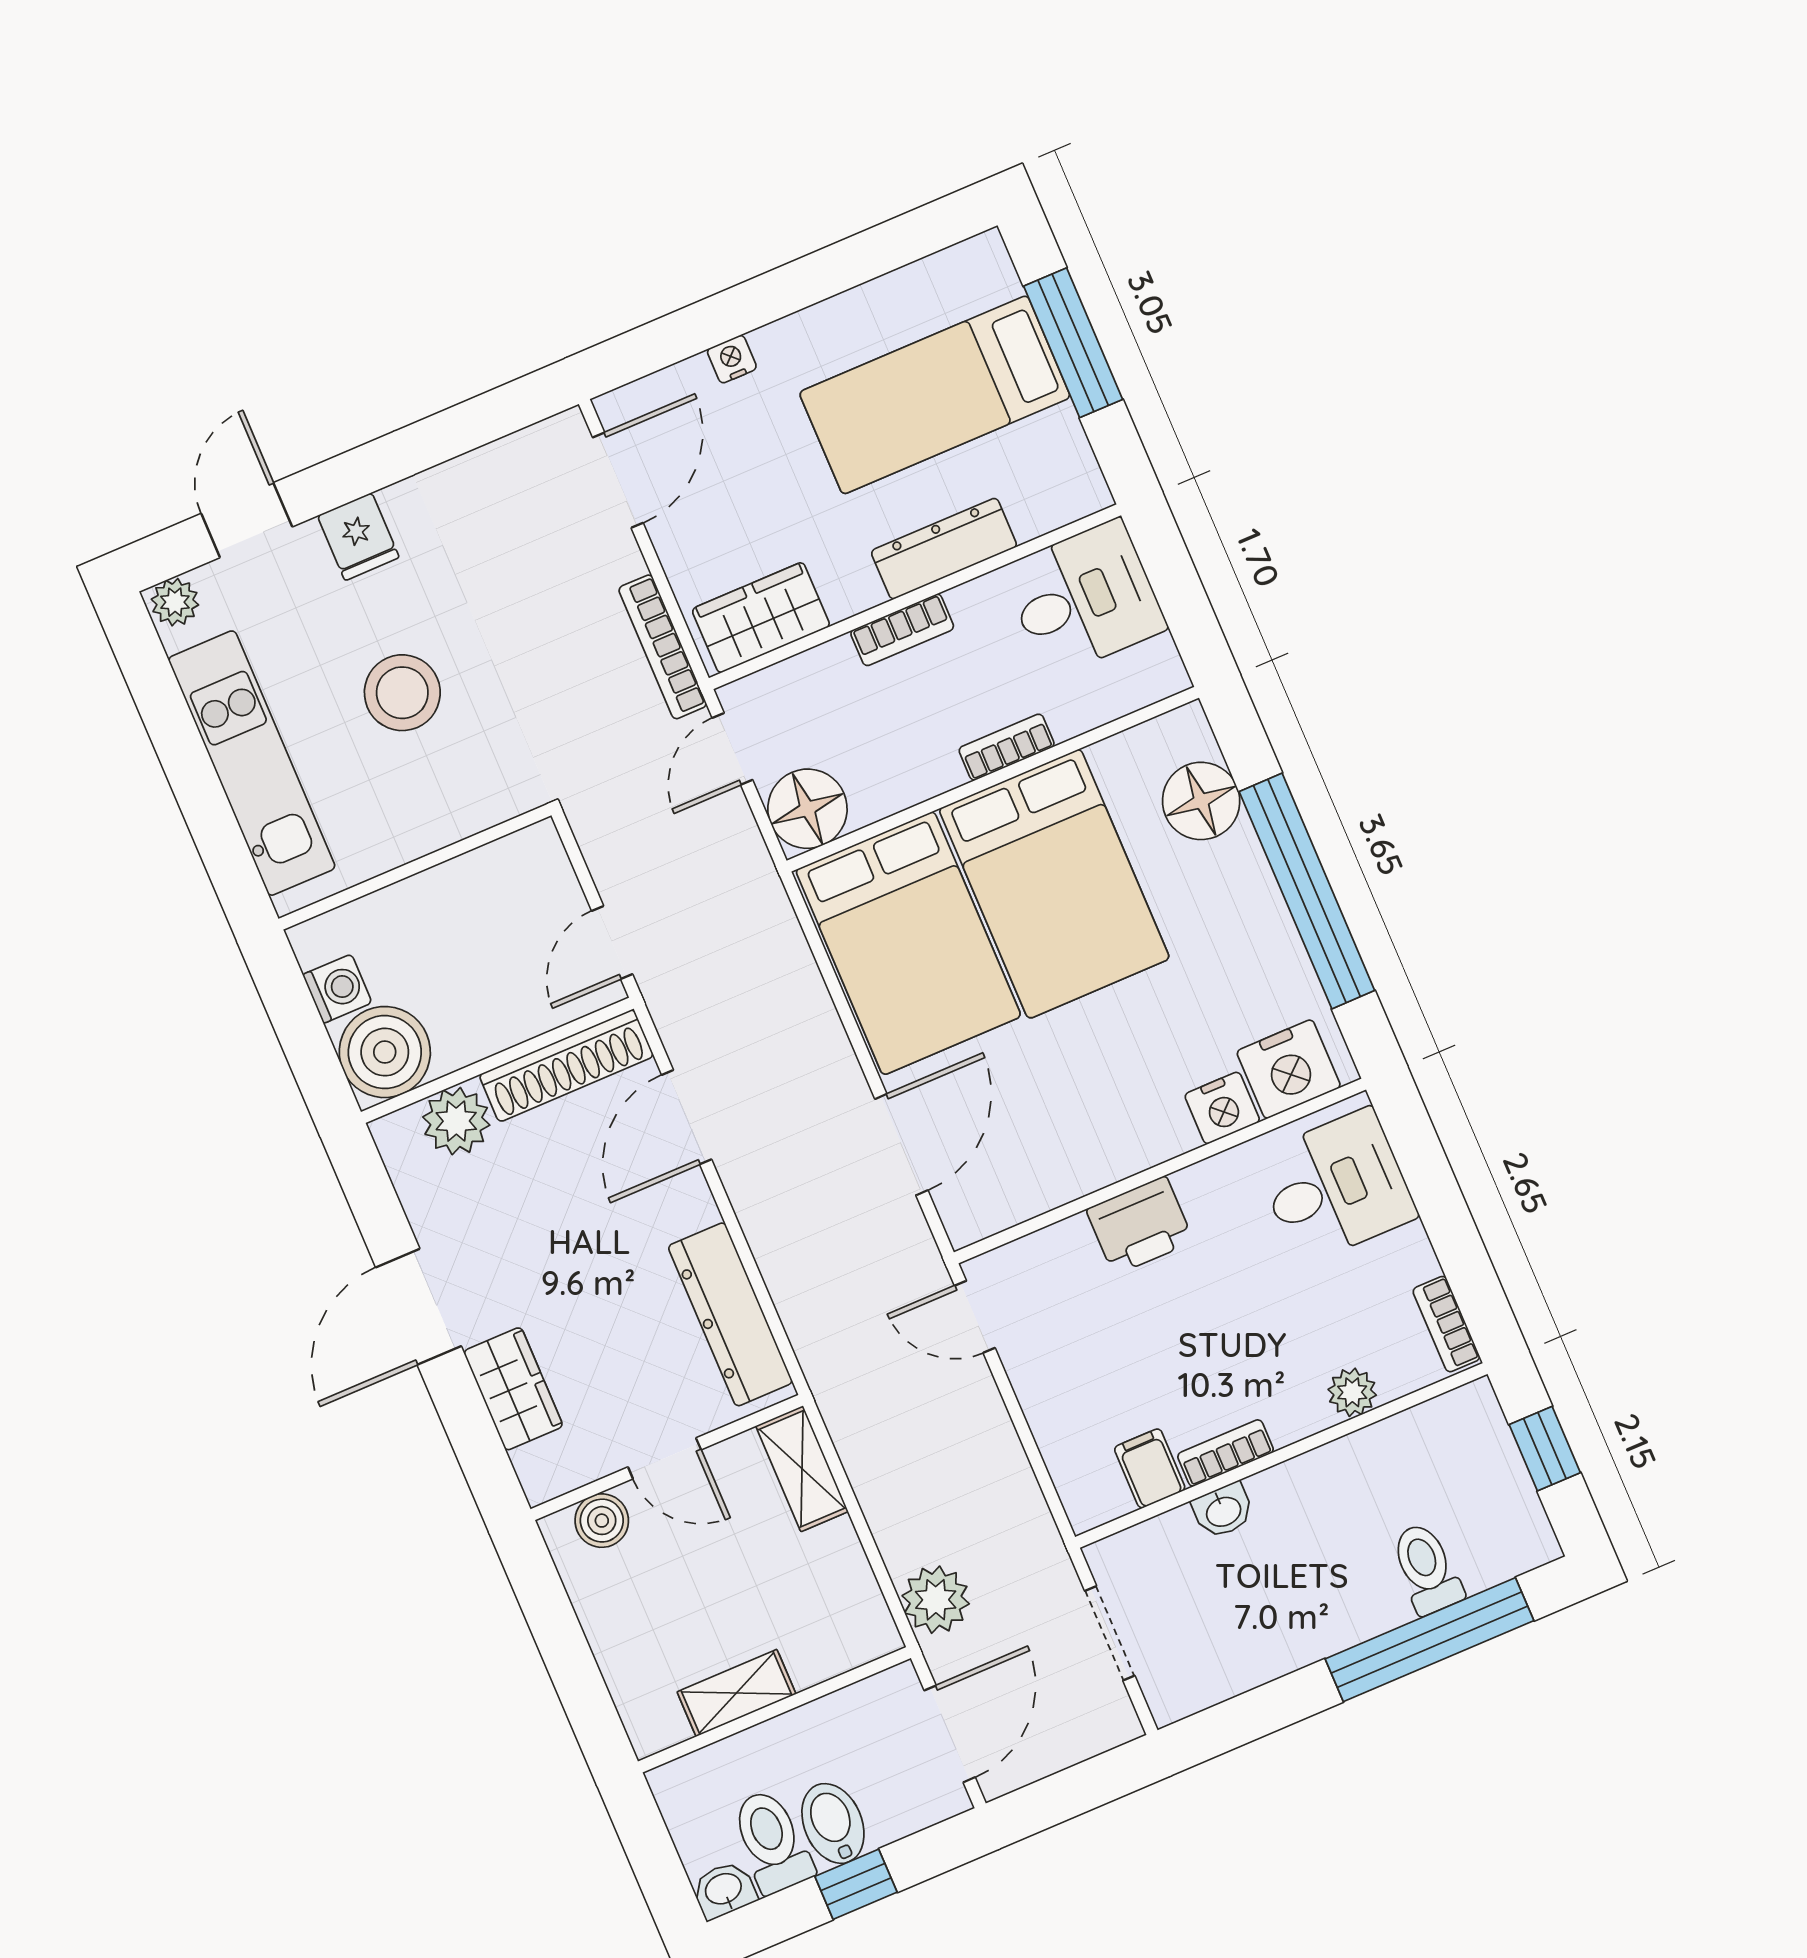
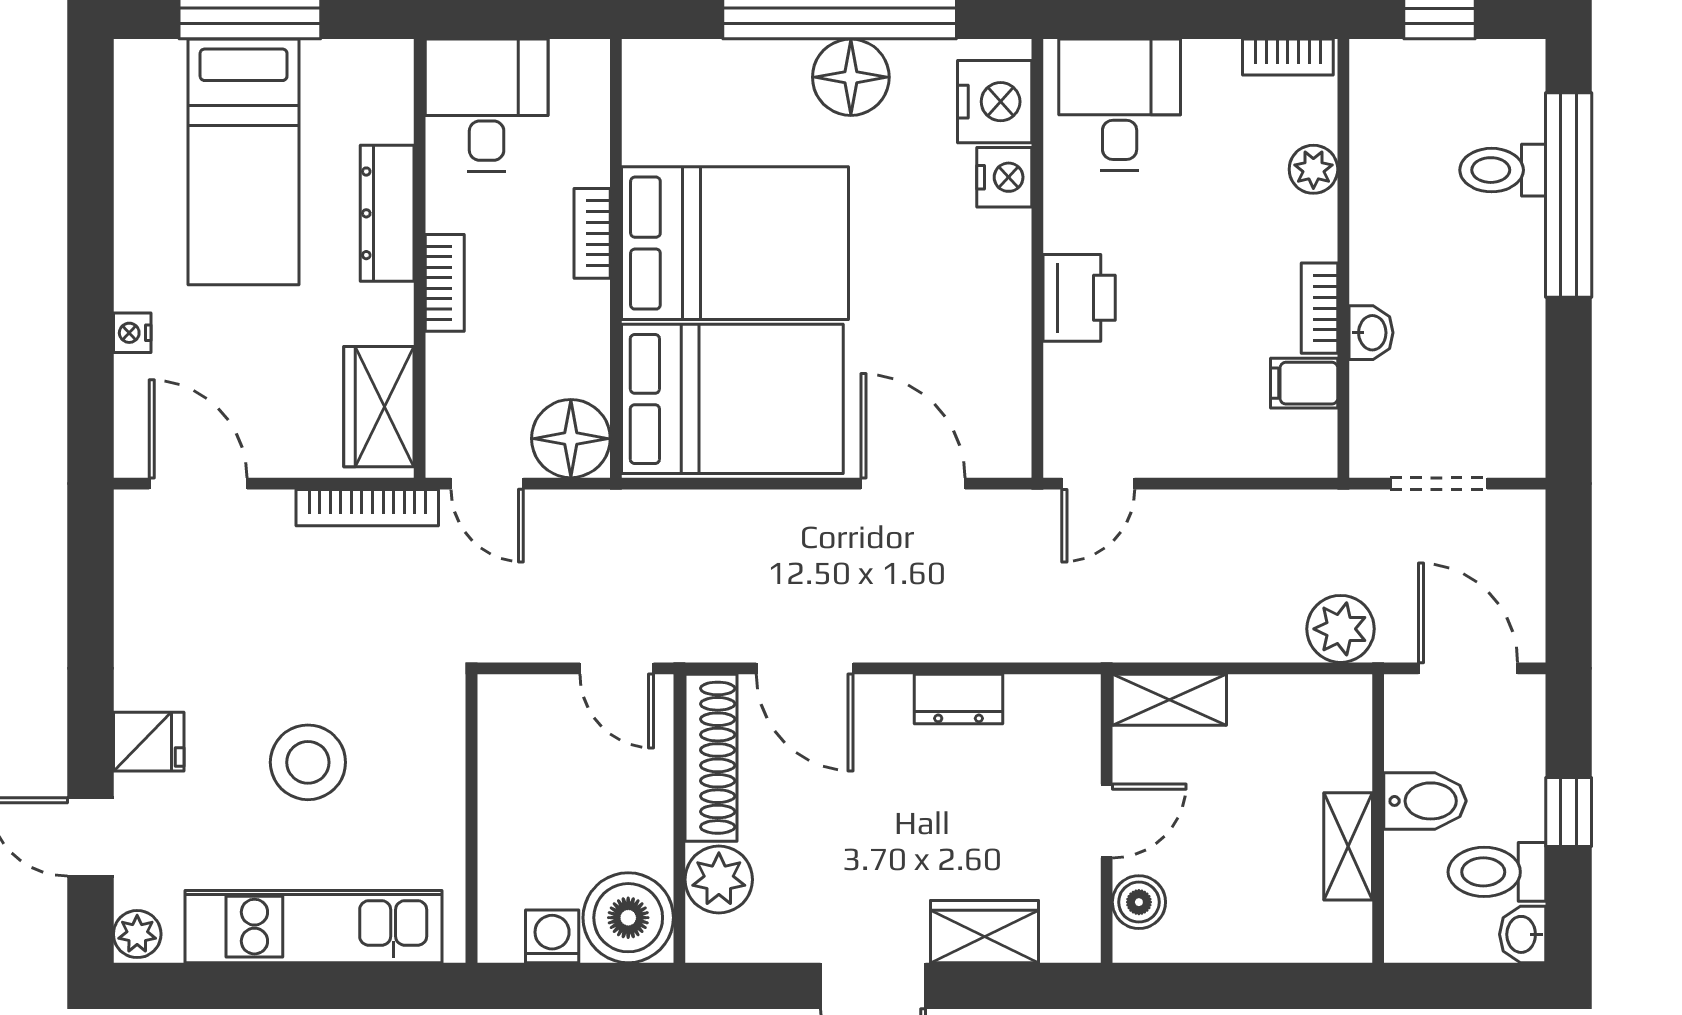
floor lamp: (1201, 801) -> (851, 77), moved
dresser: (730, 1314) -> (959, 699), width x0.51, depth x0.80
bidet: (833, 1823) -> (1425, 801), moved, turned 180

